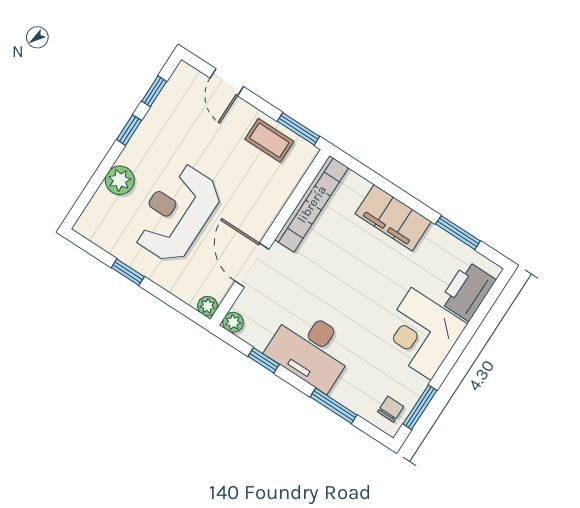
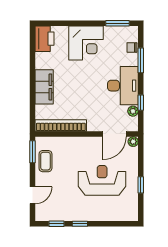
plant: (120, 180) -> (104, 214), removed
reception desk: (177, 213) -> (102, 180), turned 180
window: (458, 233) -> (33, 55), removed
door: (252, 265) -> (114, 134), moved
printer: (468, 291) -> (44, 39), moved, turned -90
plant: (233, 322) -> (133, 111), moved
chair: (391, 409) -> (132, 48), moved

